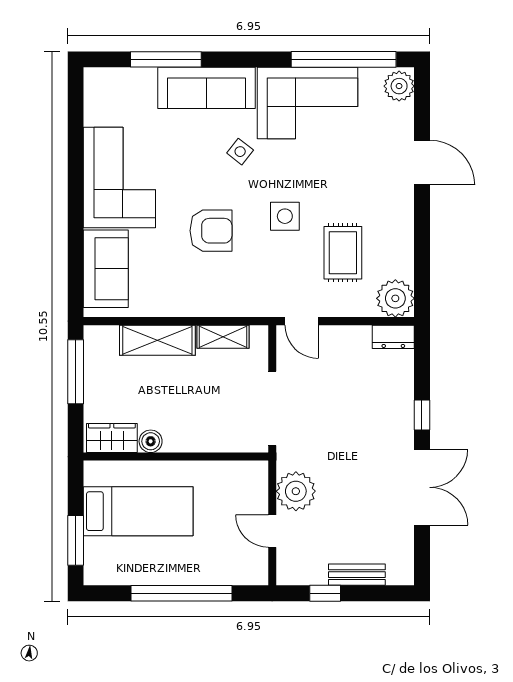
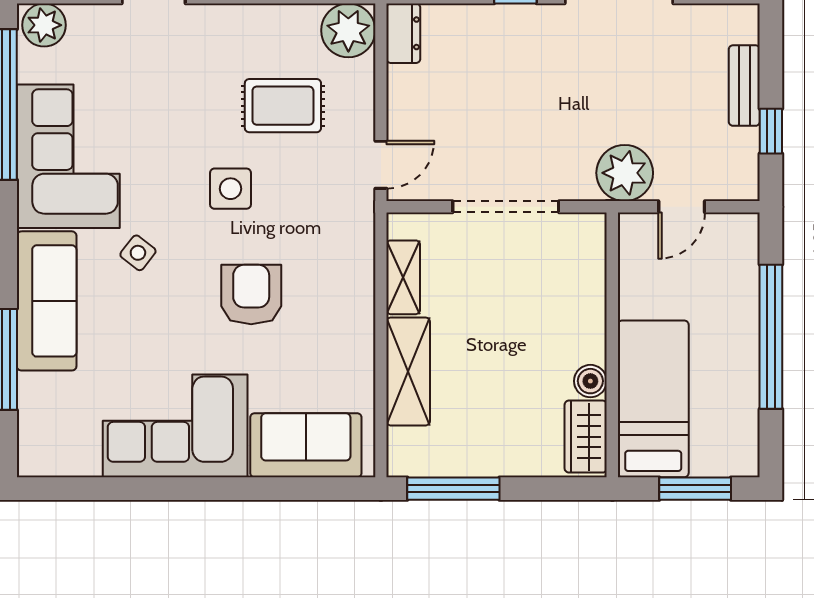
wardrobe: (112, 438) -> (586, 437), moved
boiler: (151, 441) -> (590, 381), moved
wall: (176, 457) -> (612, 345), moved

